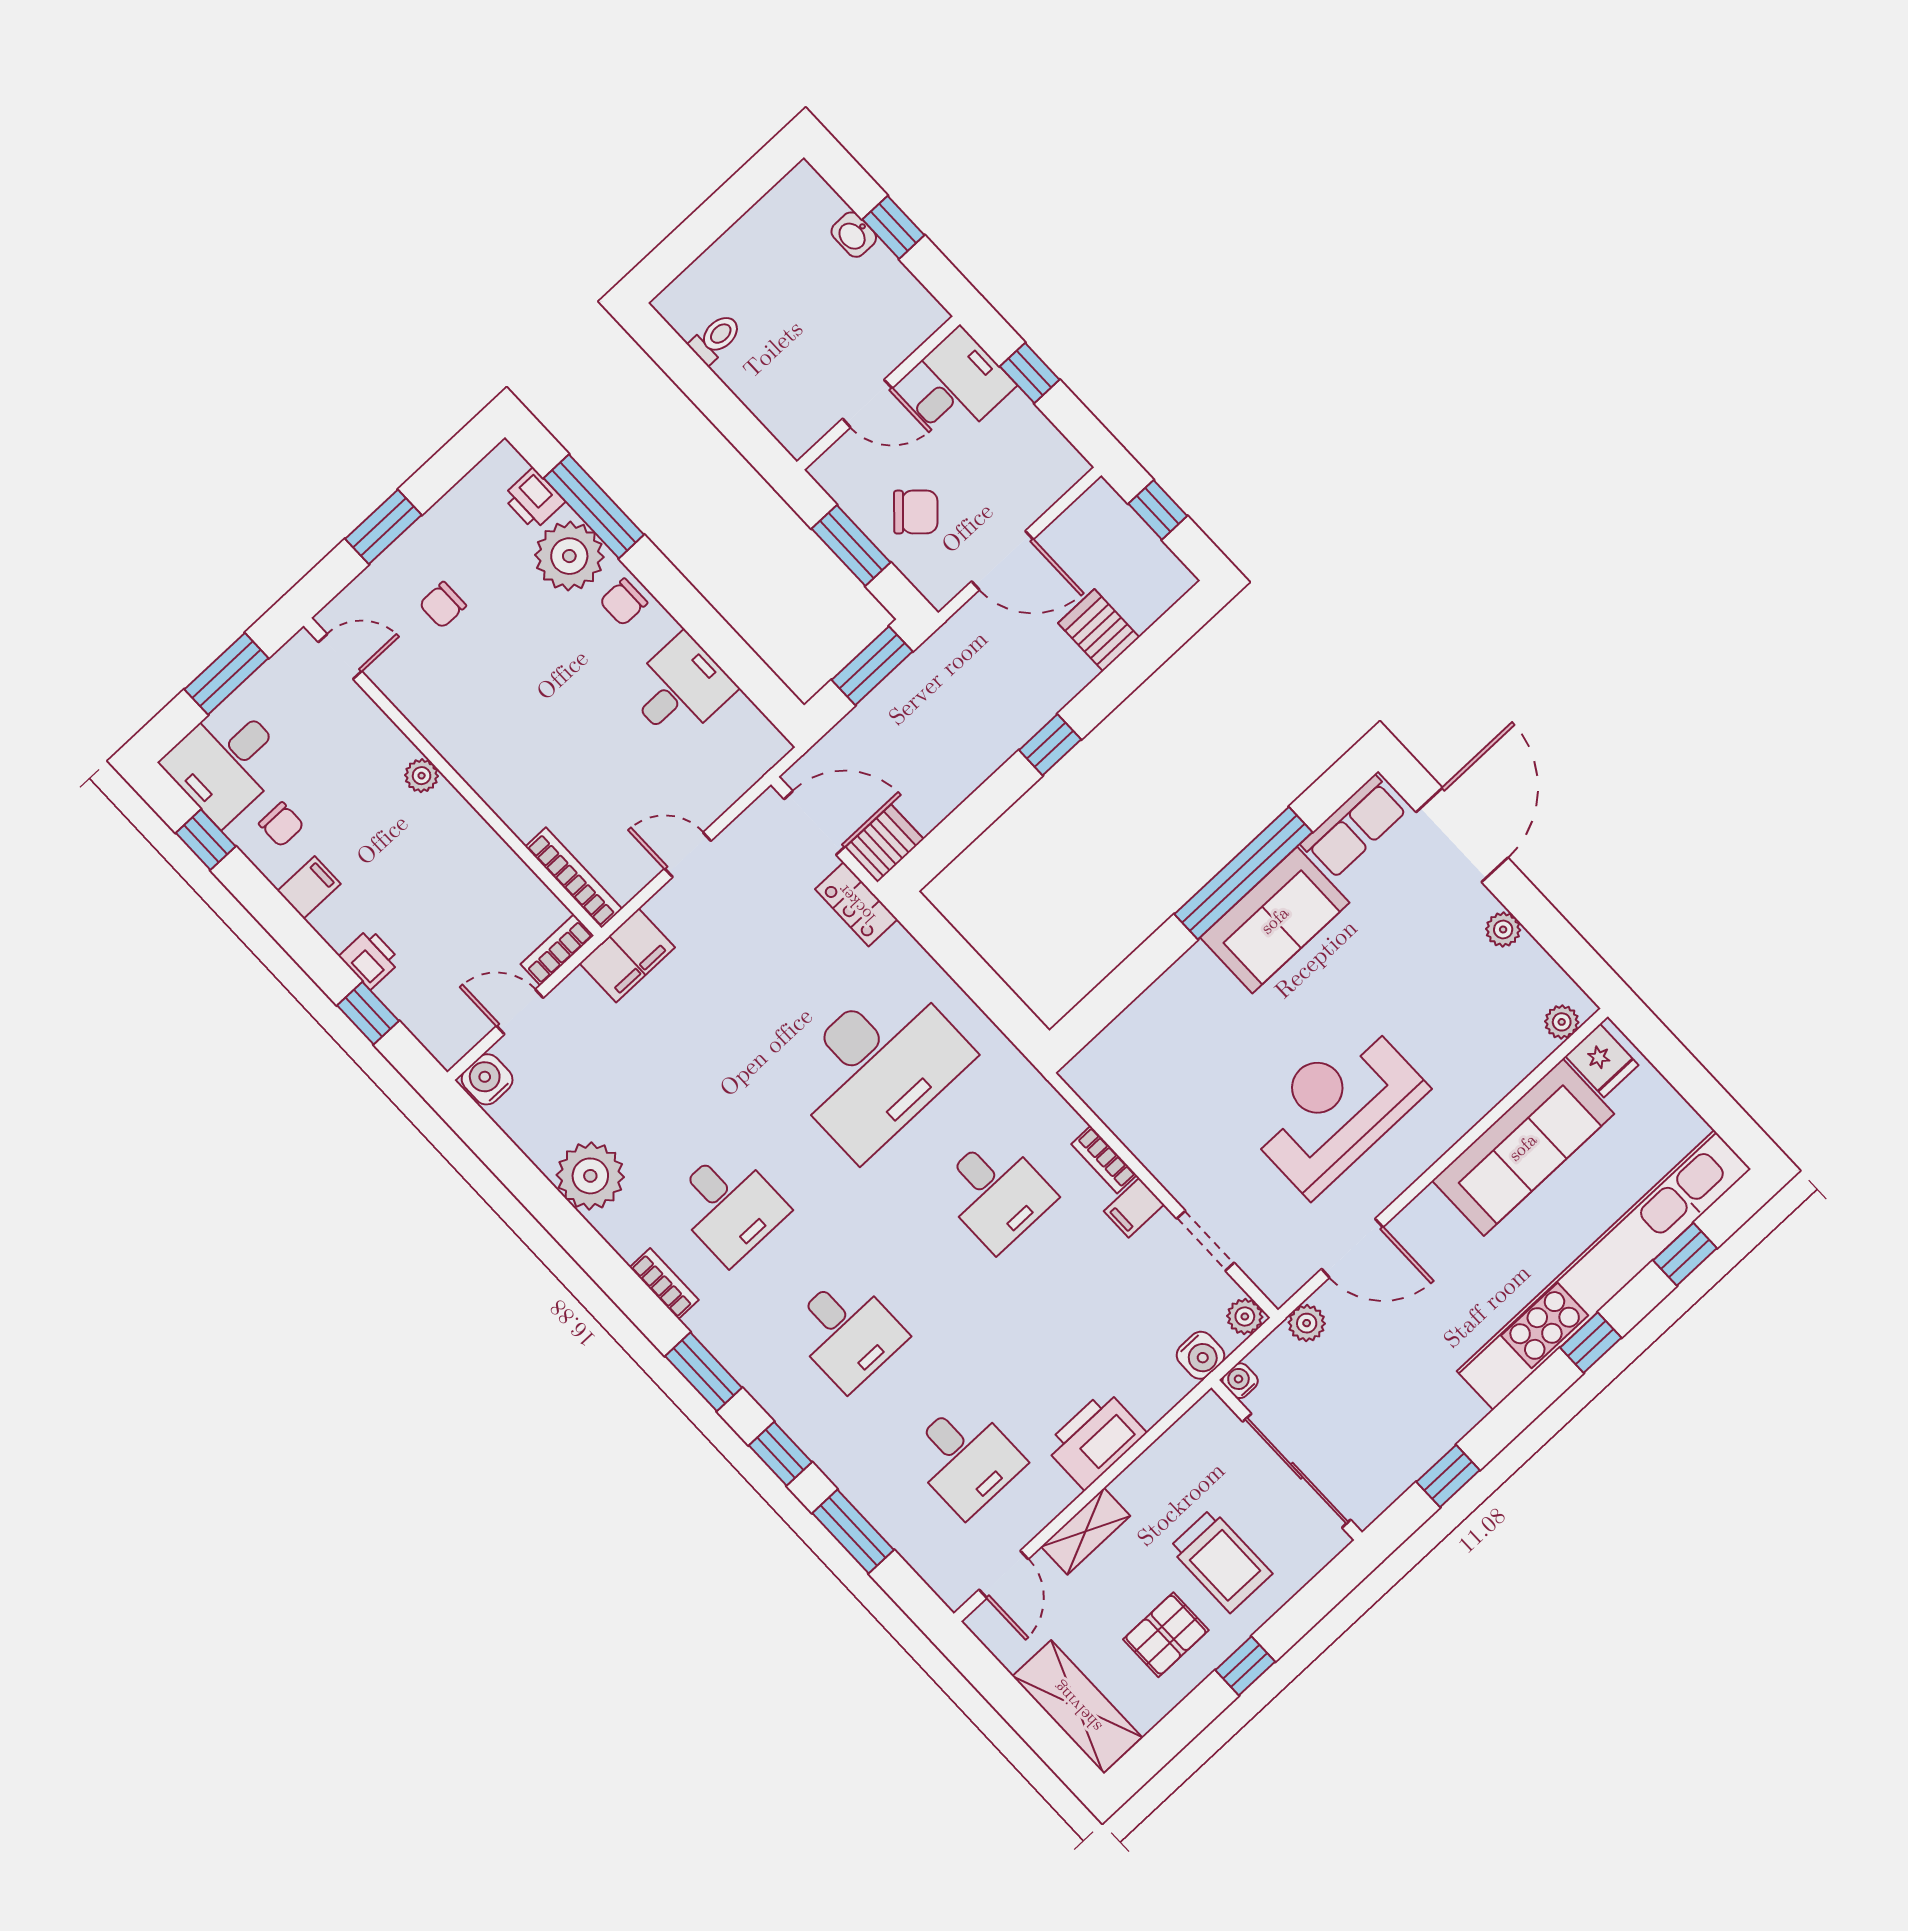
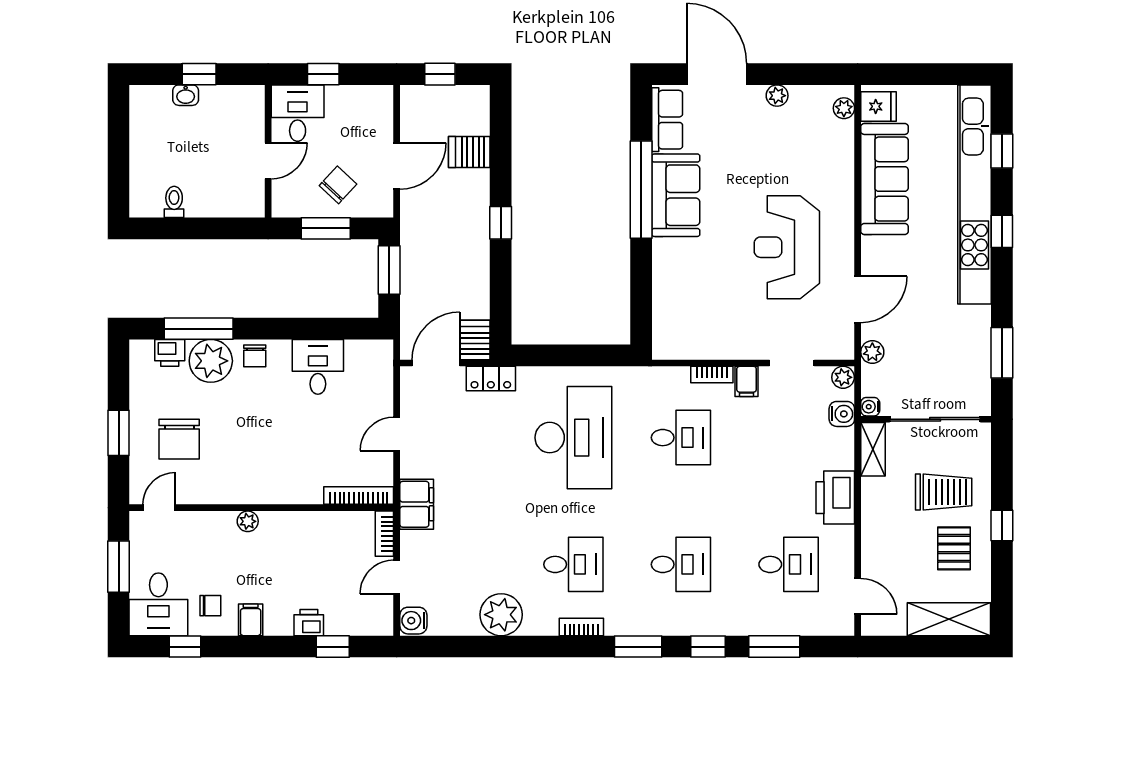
chair: (443, 605) -> (179, 439), width x1.87, depth x1.87
window: (1448, 1476) -> (1002, 353), width x1.50
shelving: (1086, 1531) -> (873, 449), moved

